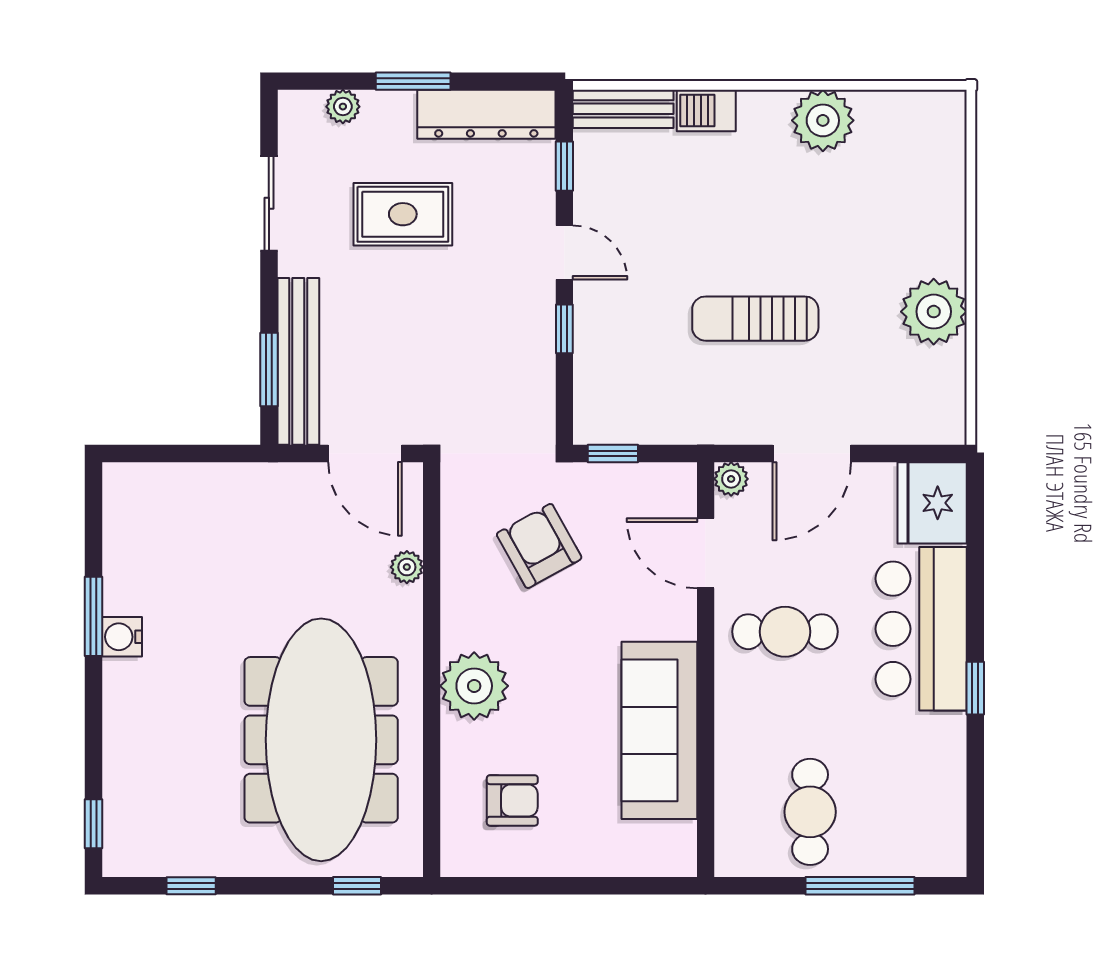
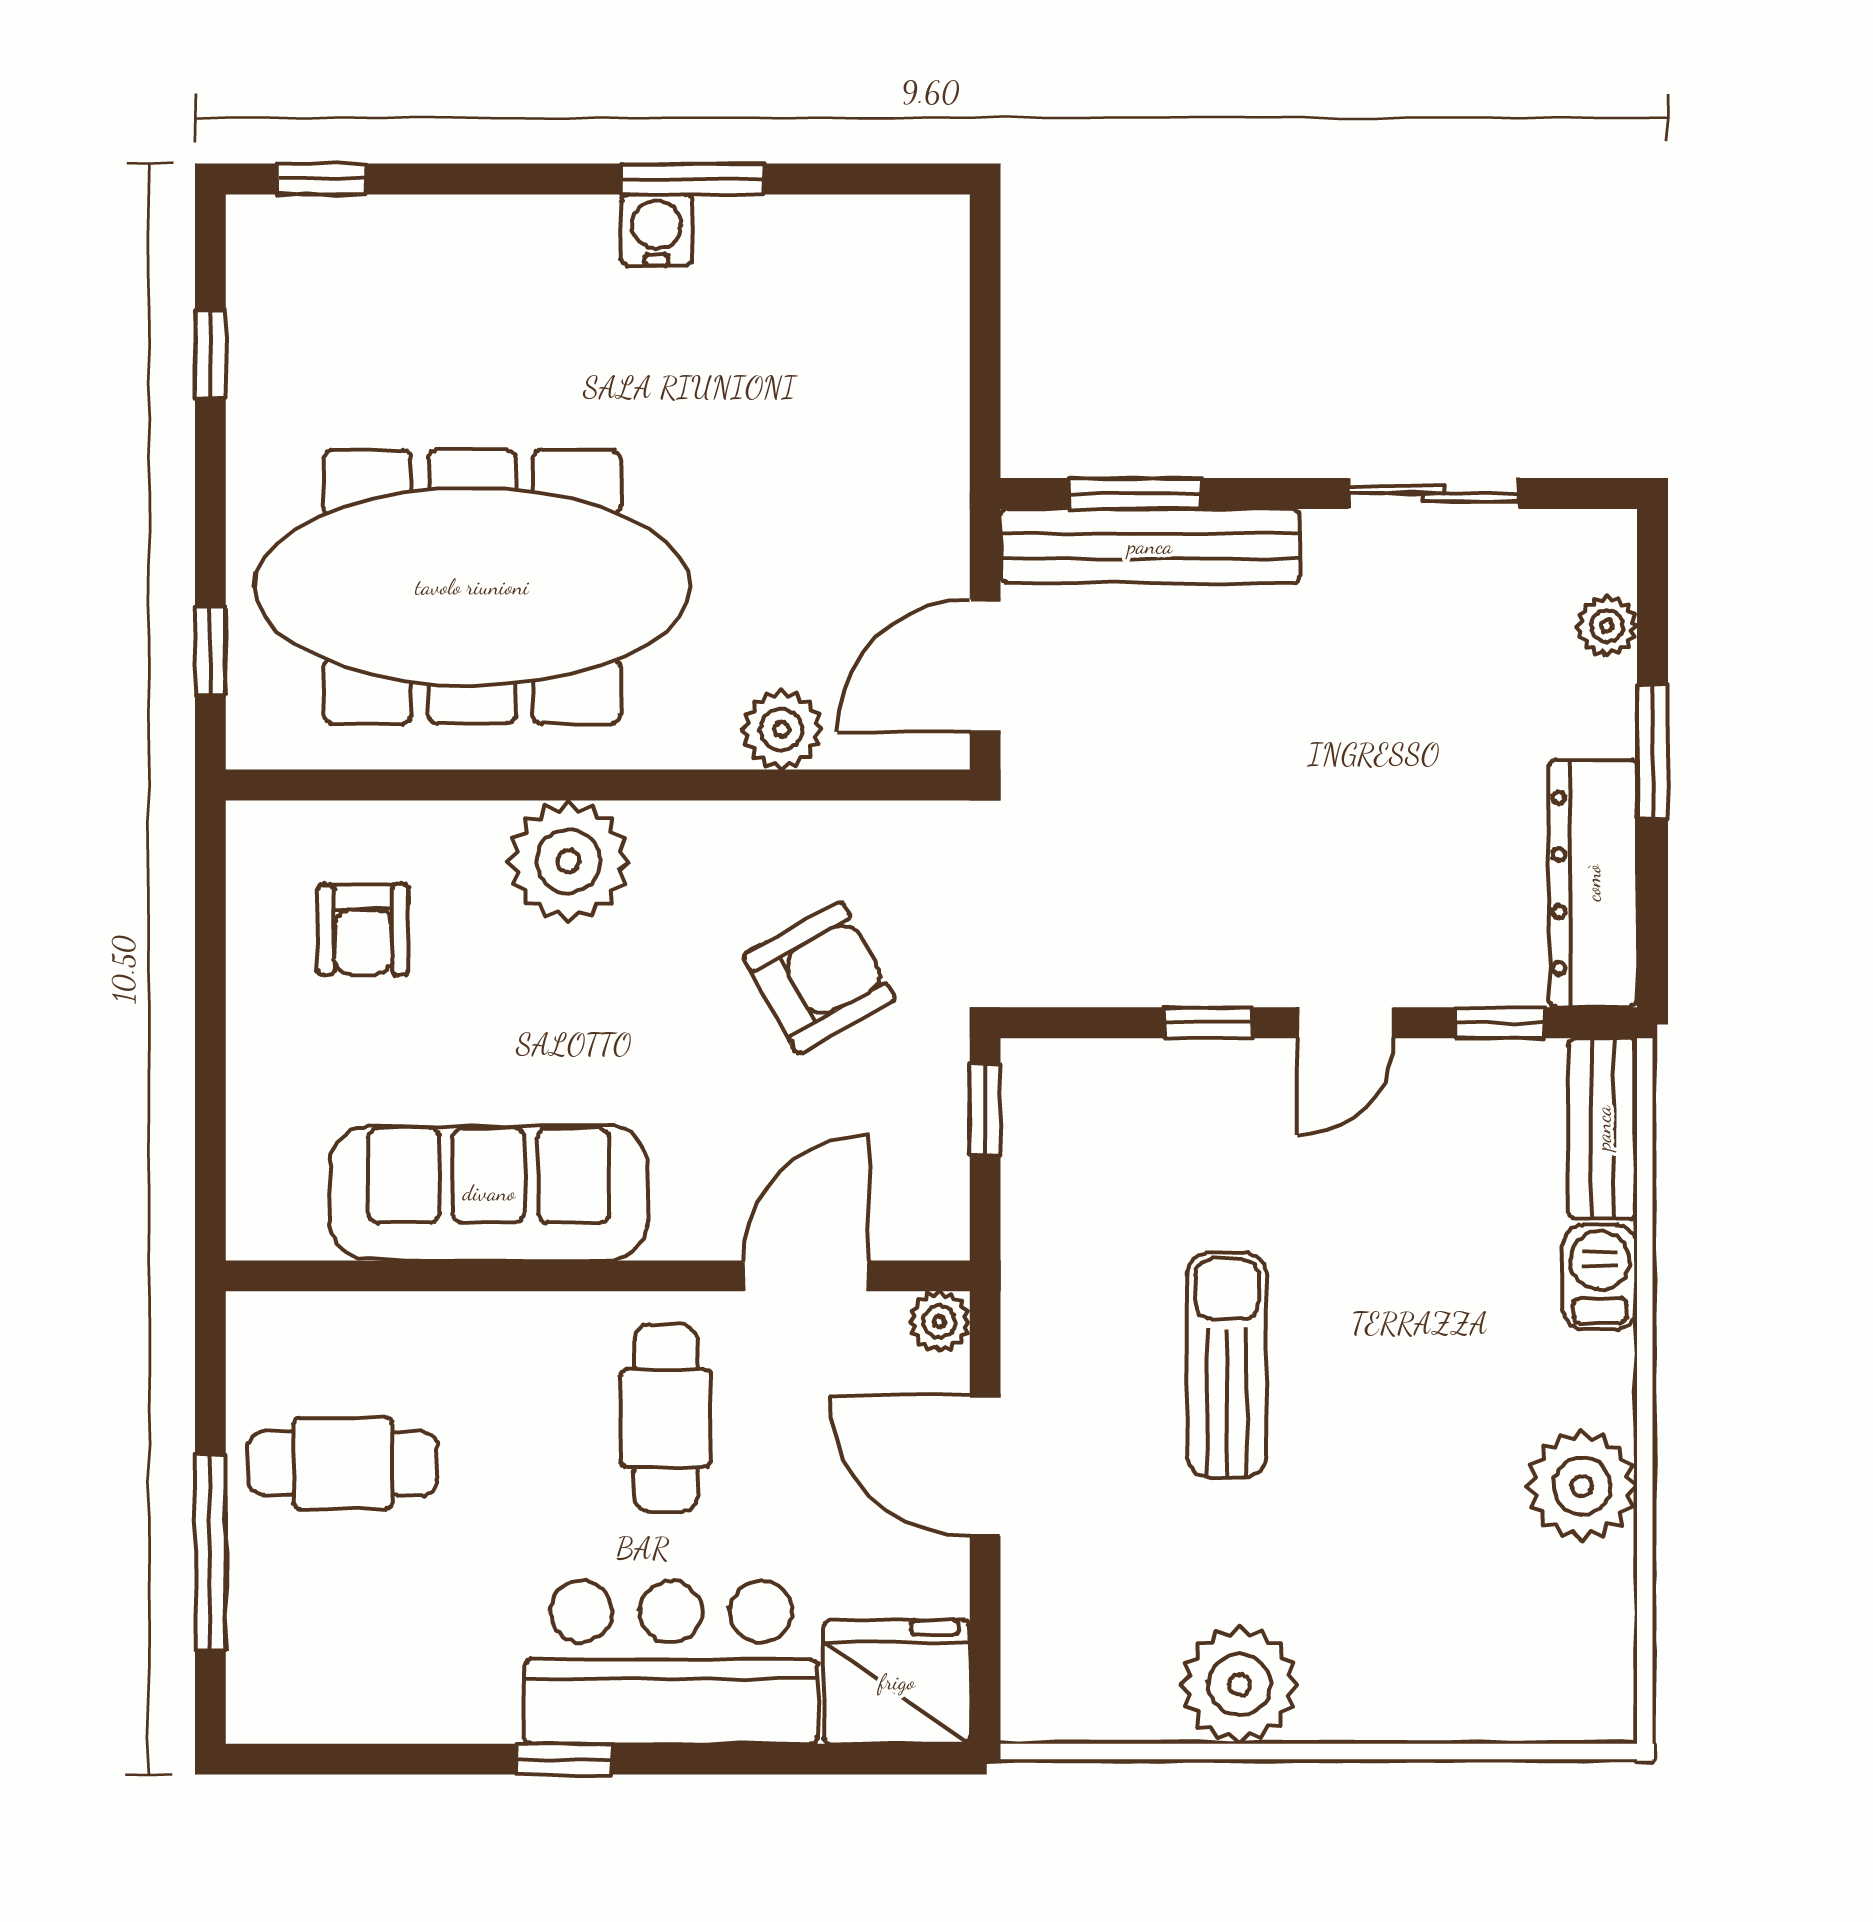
rug: (403, 214) -> (1414, 733), removed
plant: (407, 567) -> (782, 730), width x1.38, depth x1.38

